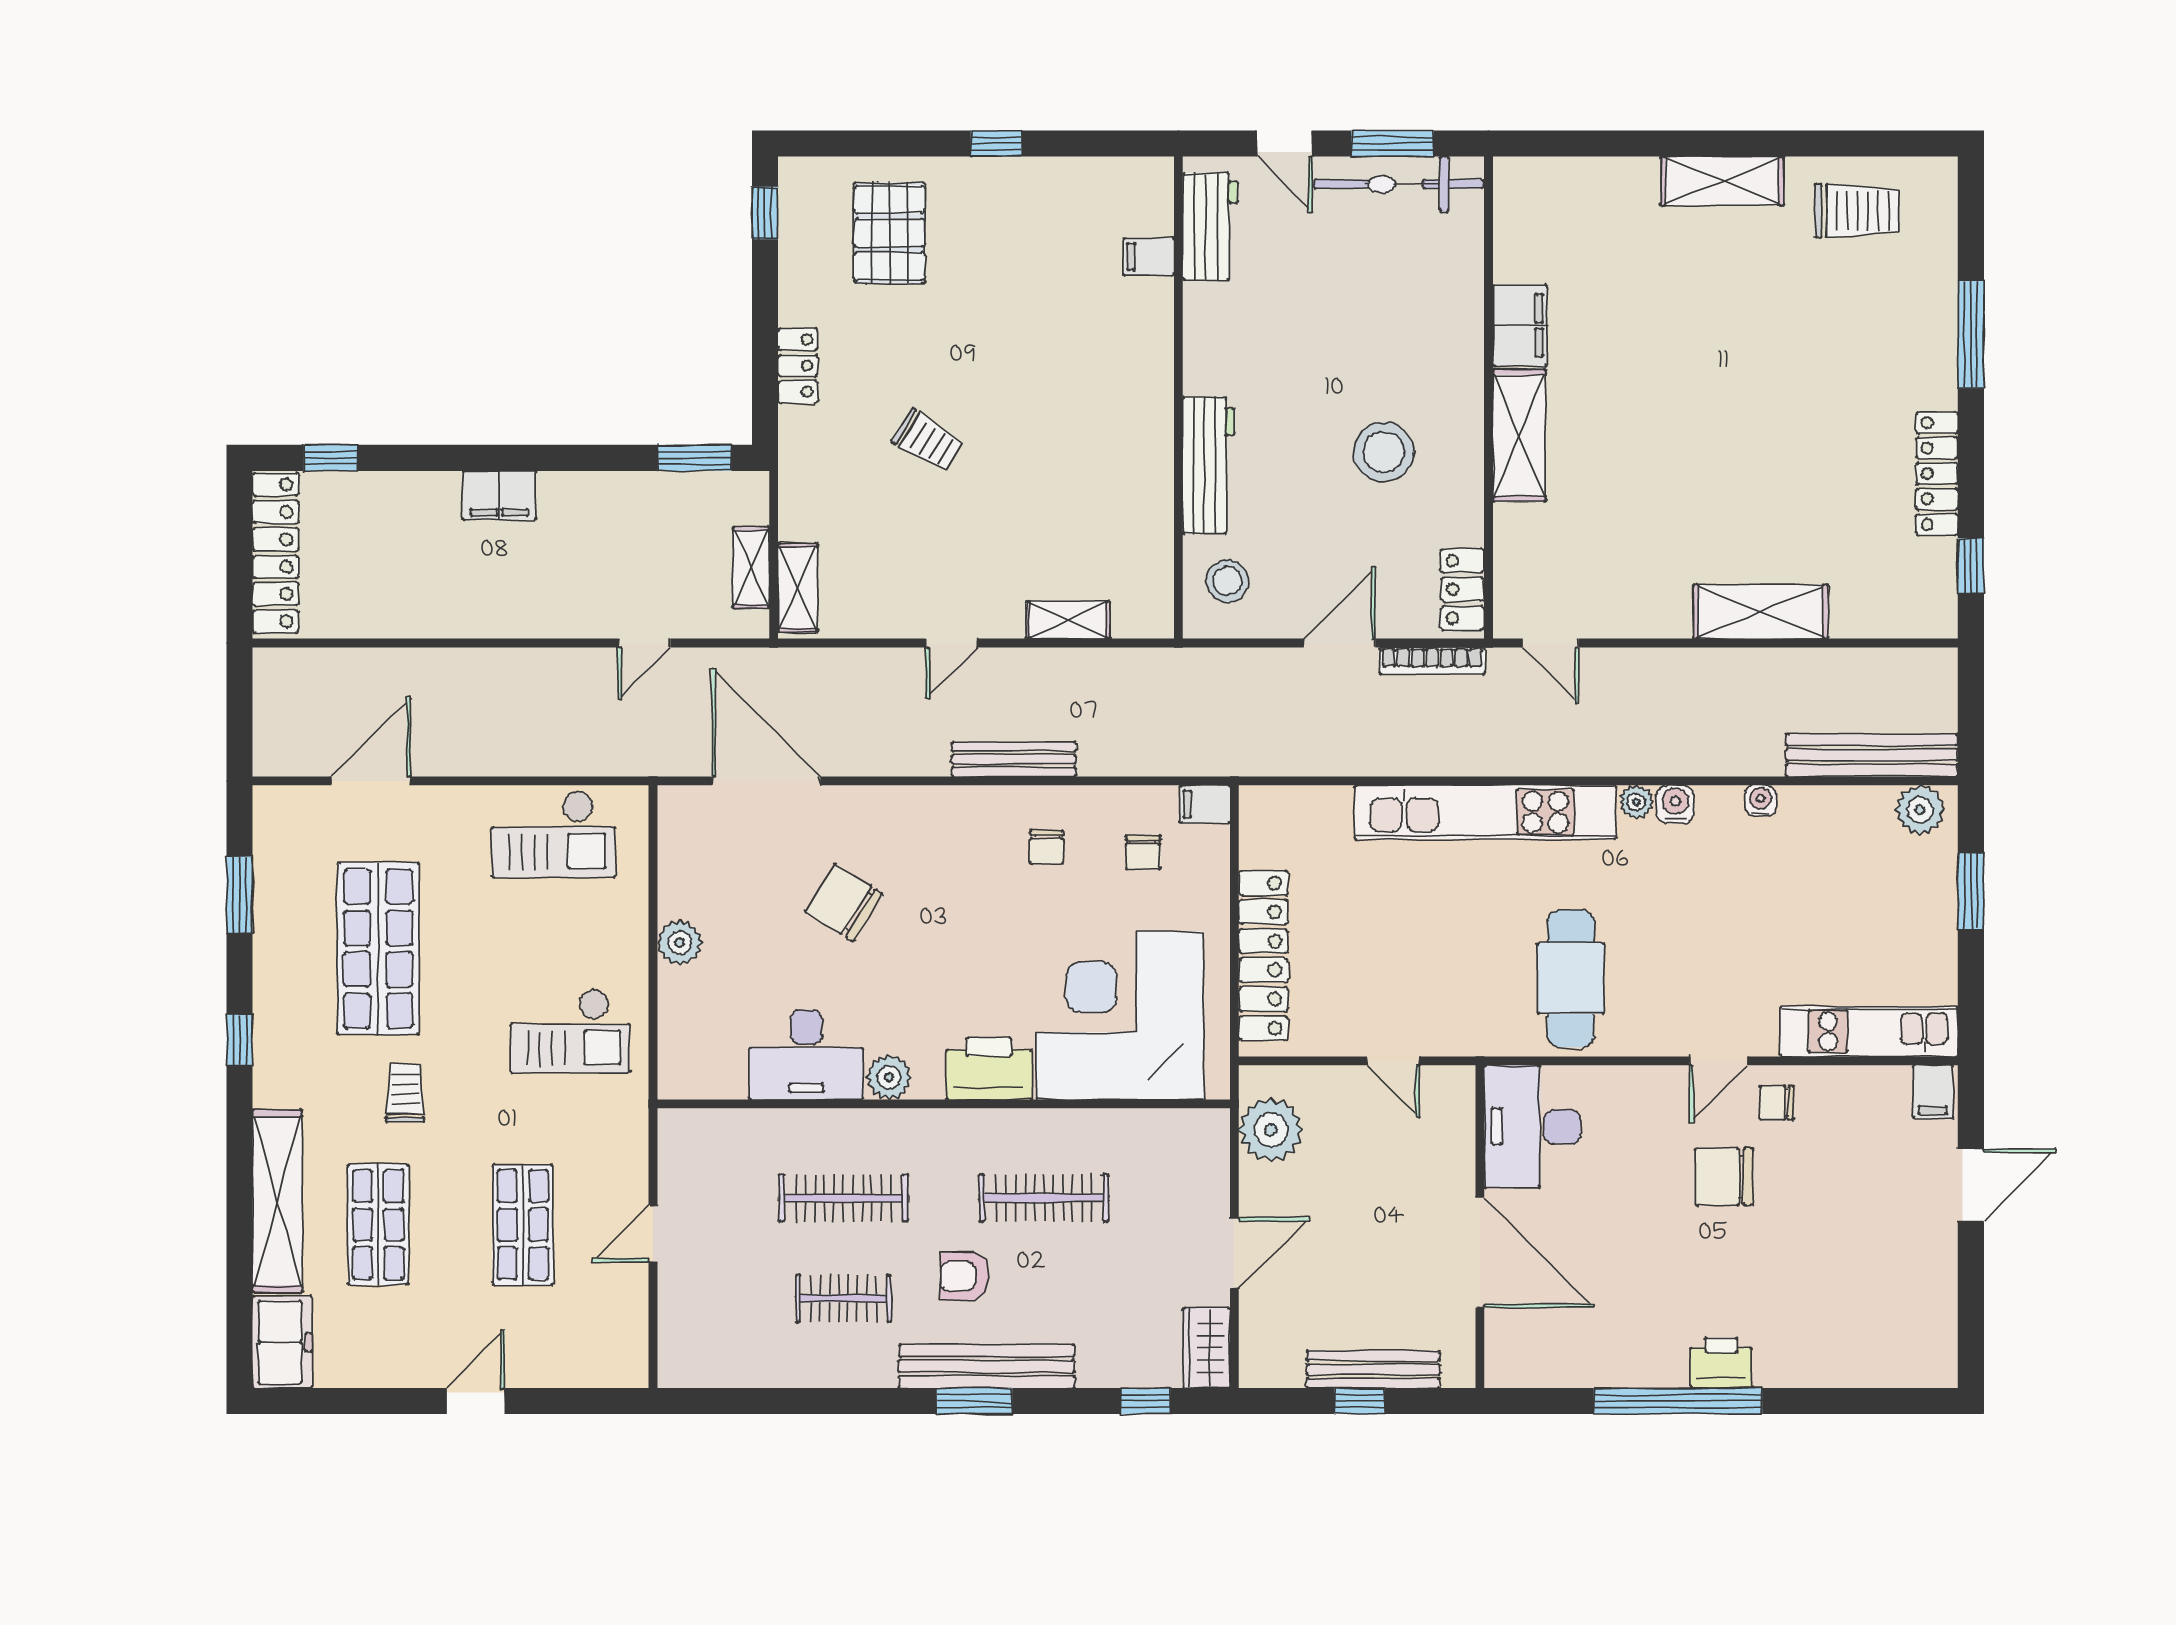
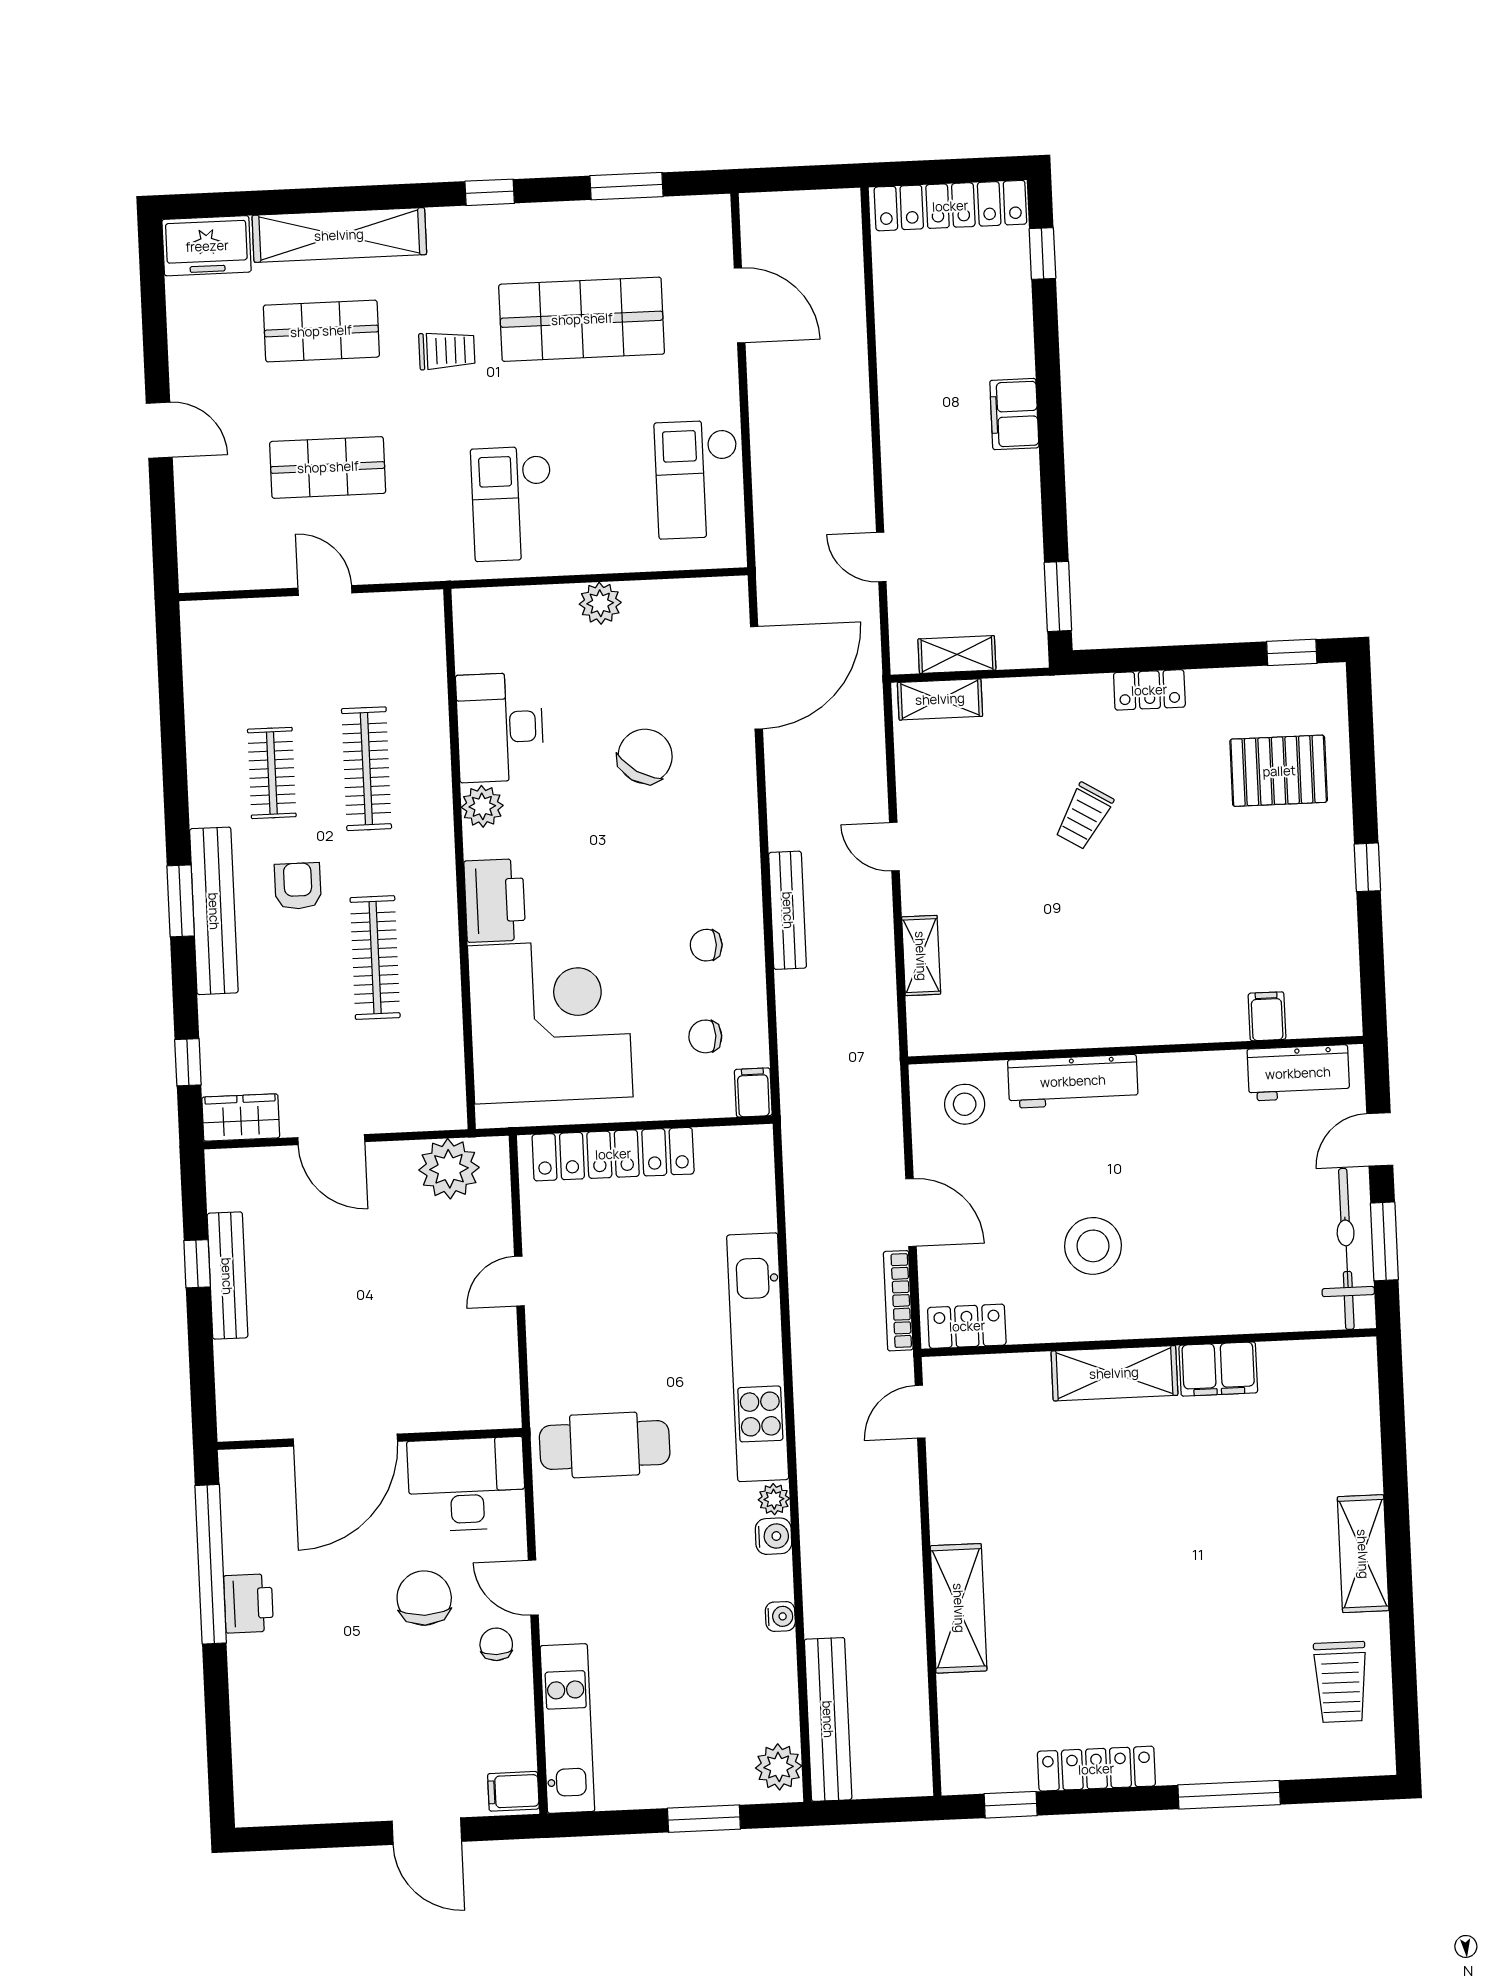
desk: (1532, 1127) -> (466, 1484), moved
wall: (1480, 1227) -> (370, 1439), moved
door: (1480, 1253) -> (345, 1440), moved

